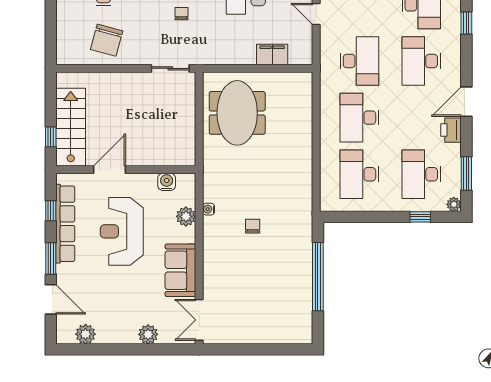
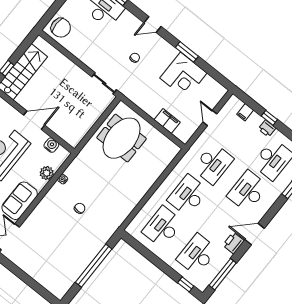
chair: (107, 40) -> (61, 28), moved, turned -105
door: (110, 170) -> (34, 120), moved
window: (466, 174) -> (223, 274), width x1.44
plant: (454, 204) -> (202, 286), removed
window: (420, 217) -> (186, 284), moved

